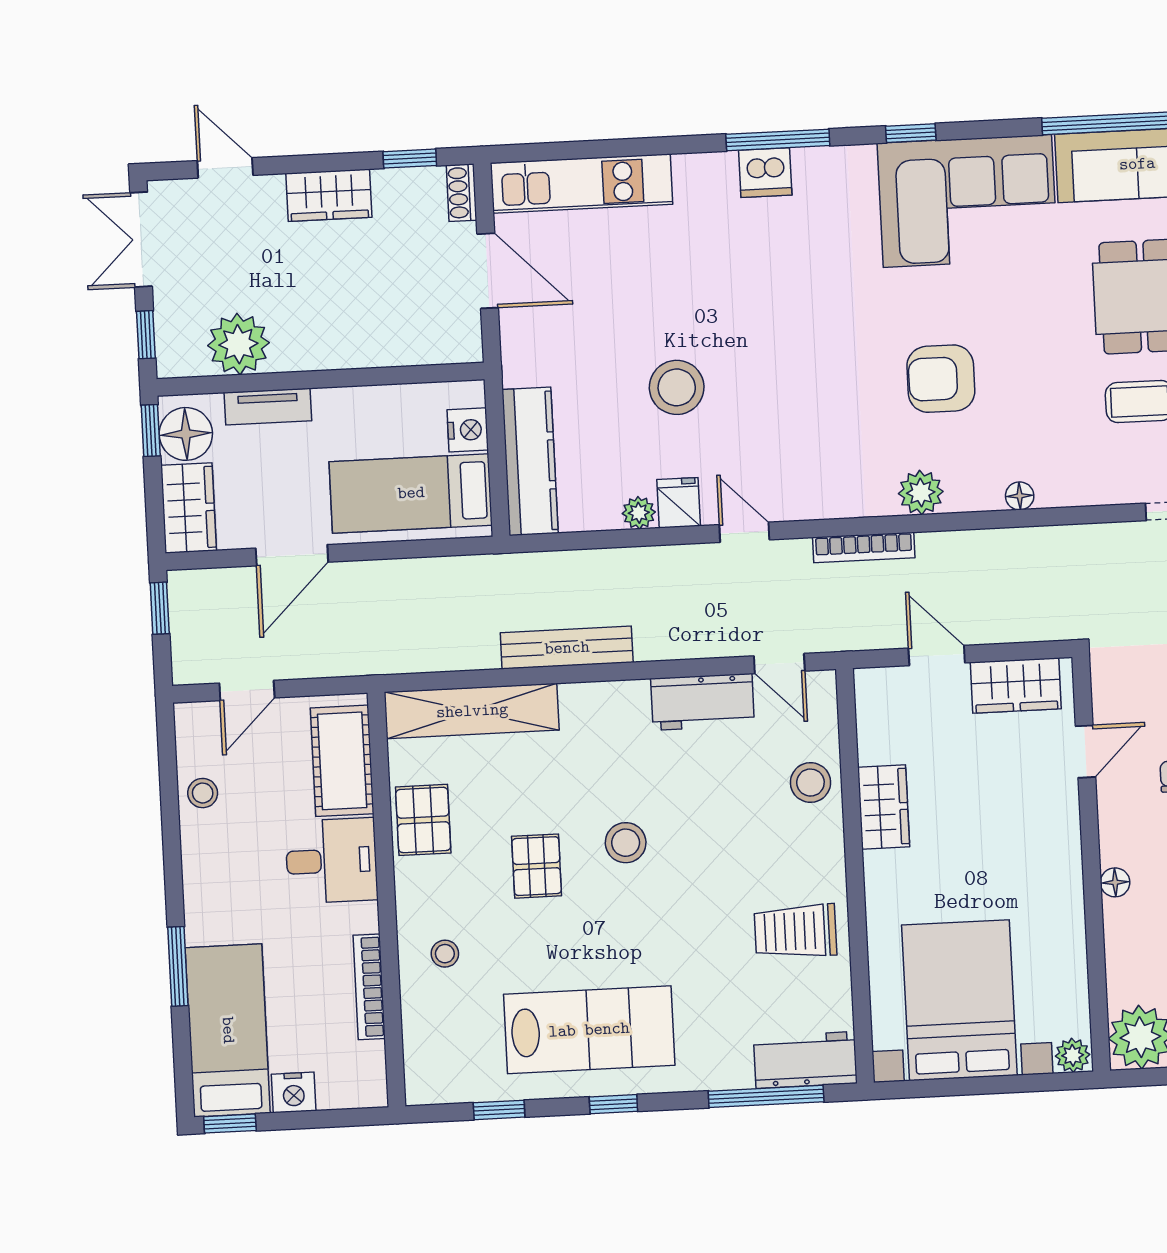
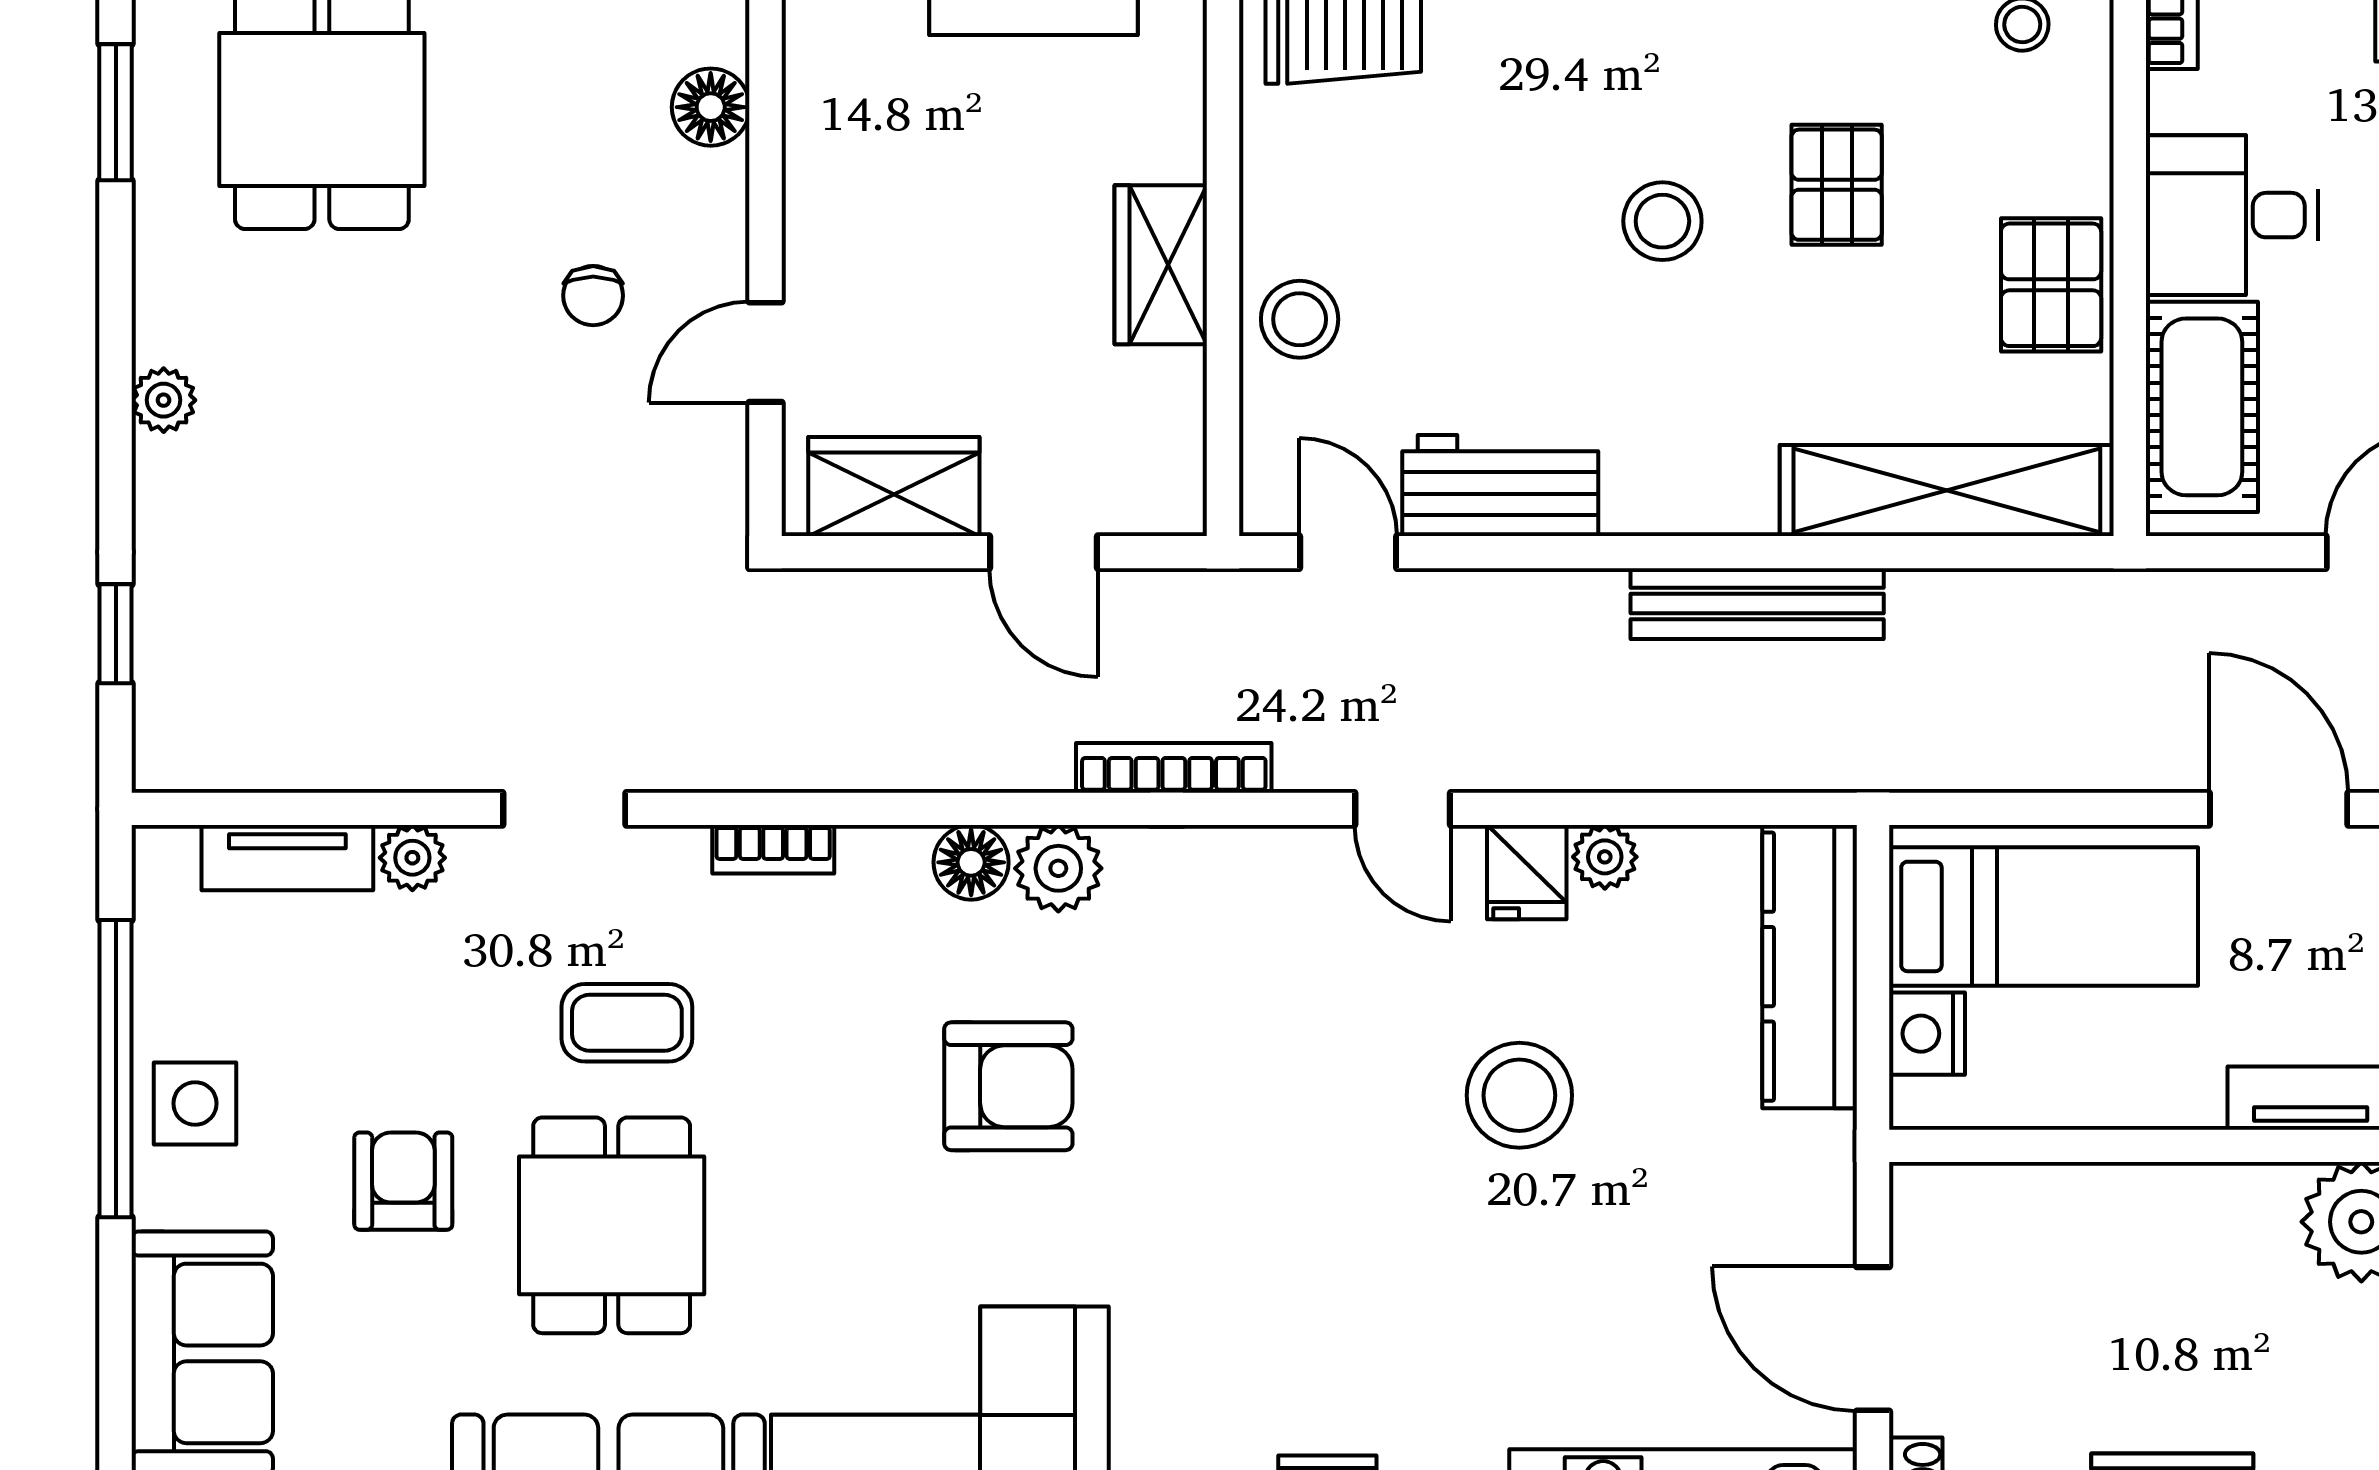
bookcase: (1069, 495) -> (773, 849), added
floor lamp: (1020, 496) -> (971, 862), moved, width x1.37, depth x1.37
door: (292, 555) -> (2279, 809), hinge flipped
floor lamp: (1115, 882) -> (711, 107), width x1.37, depth x1.37

